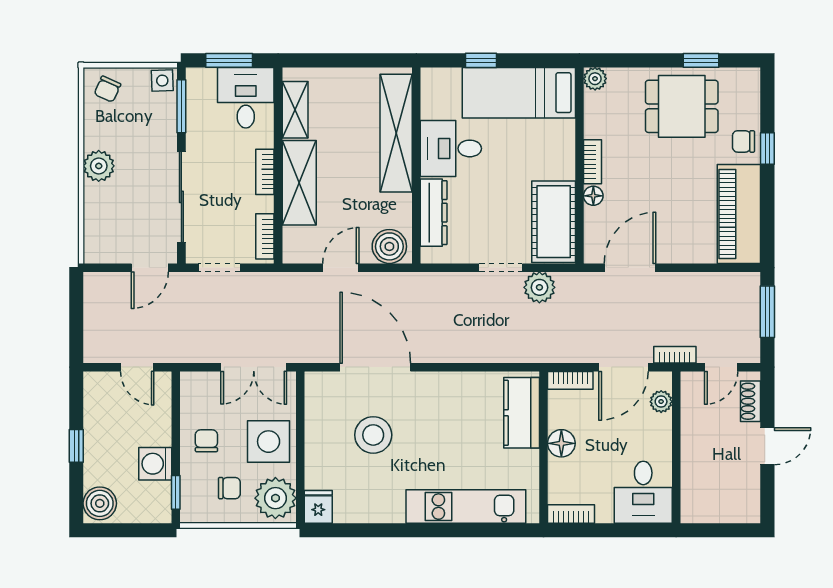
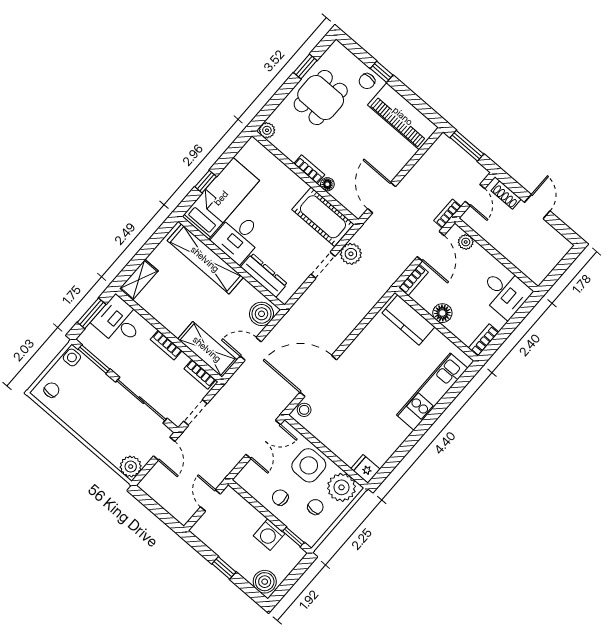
chair: (107, 89) -> (52, 390), turned -114
bed: (519, 93) -> (221, 198), moved, turned 180
shelving: (295, 110) -> (139, 280), moved, turned 90
plant: (99, 166) -> (131, 467), moved
shelving: (299, 183) -> (207, 349), moved
door: (341, 268) -> (251, 349), hinge flipped
door: (137, 367) -> (210, 500), swing flipped
stool: (373, 435) -> (304, 410), moved, width x0.53, depth x0.53

